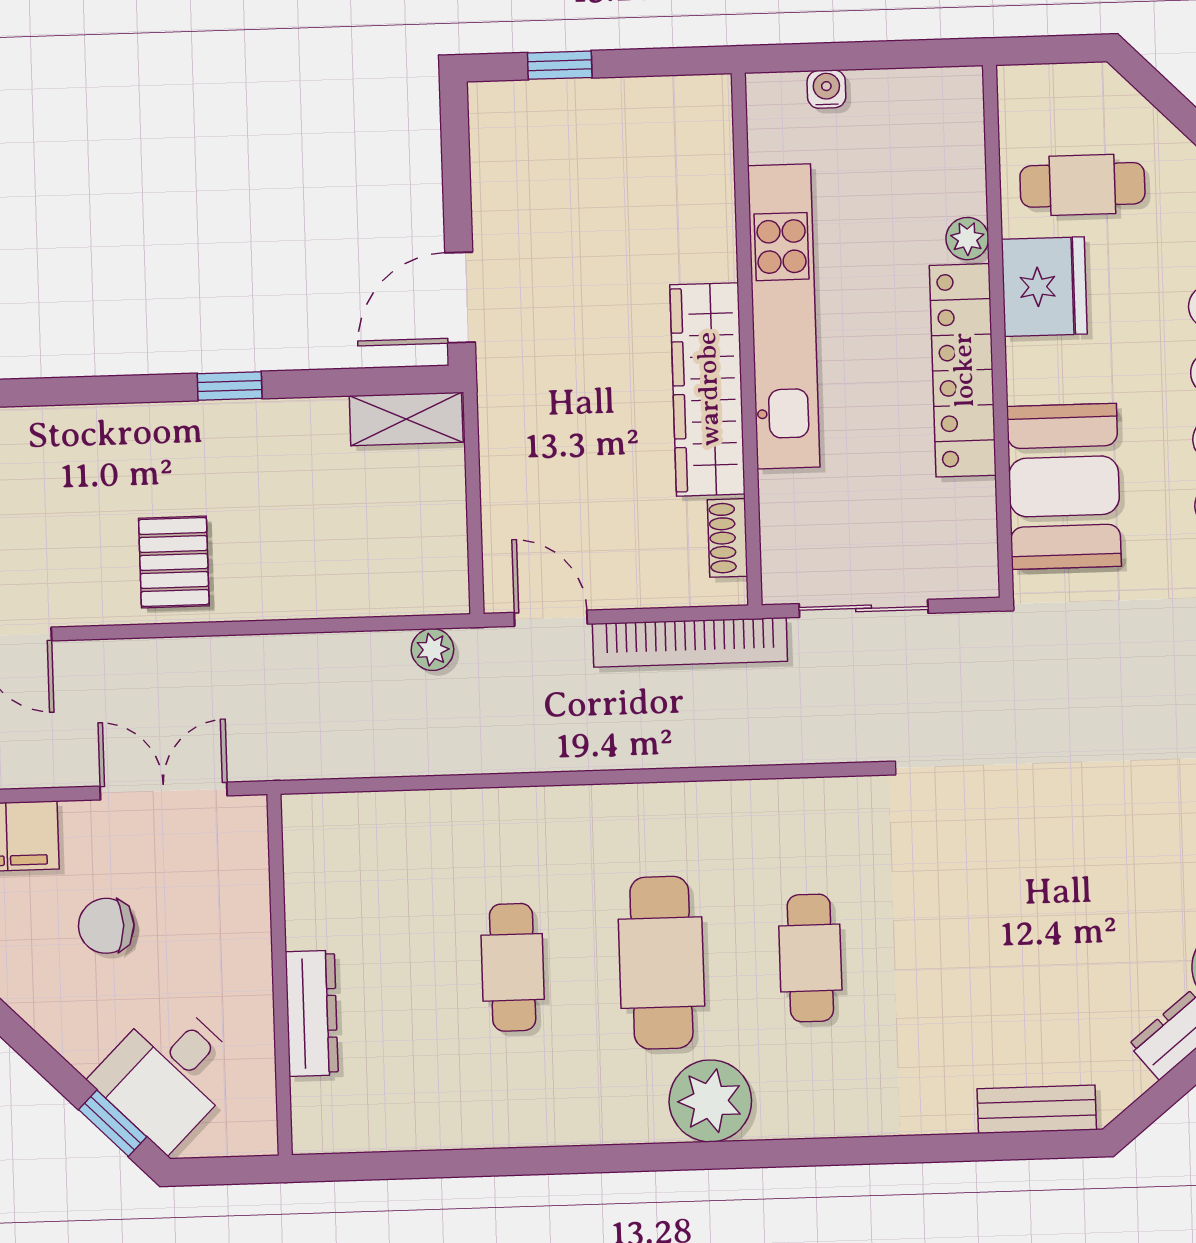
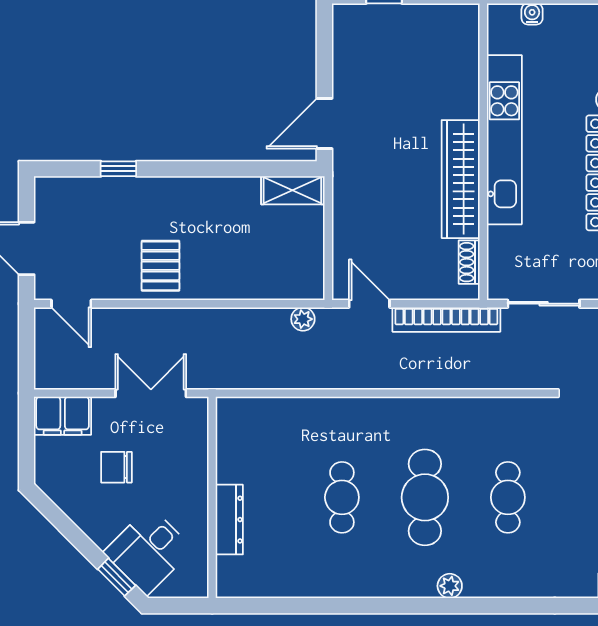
window: (230, 386) -> (118, 169), moved
plant: (710, 1101) -> (450, 586), width x0.53, depth x0.53

